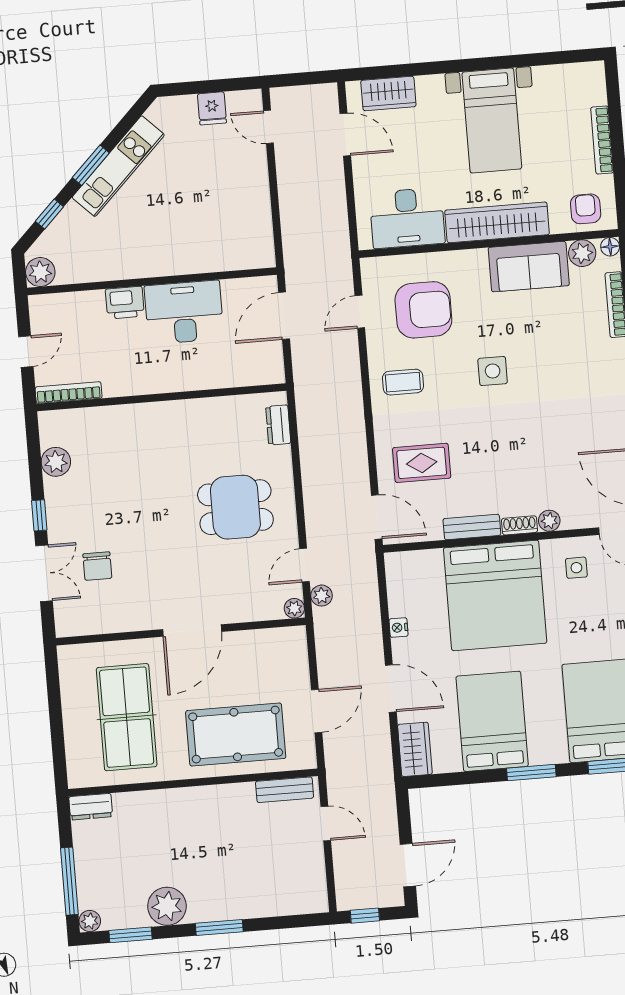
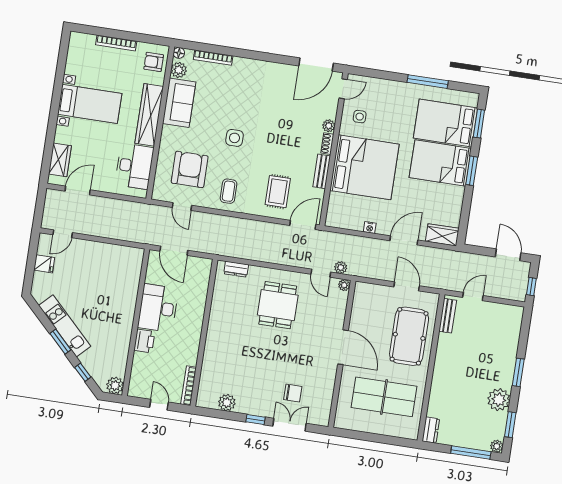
bed: (492, 721) -> (440, 163), moved

